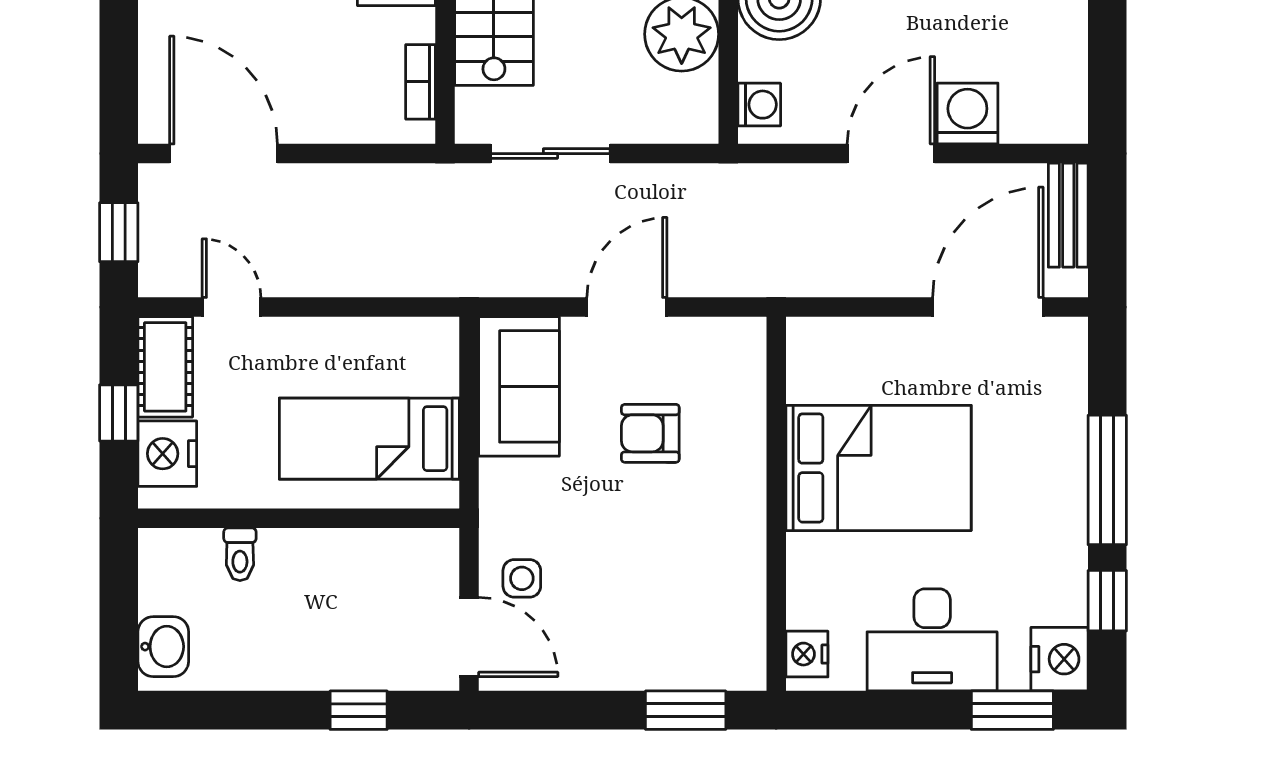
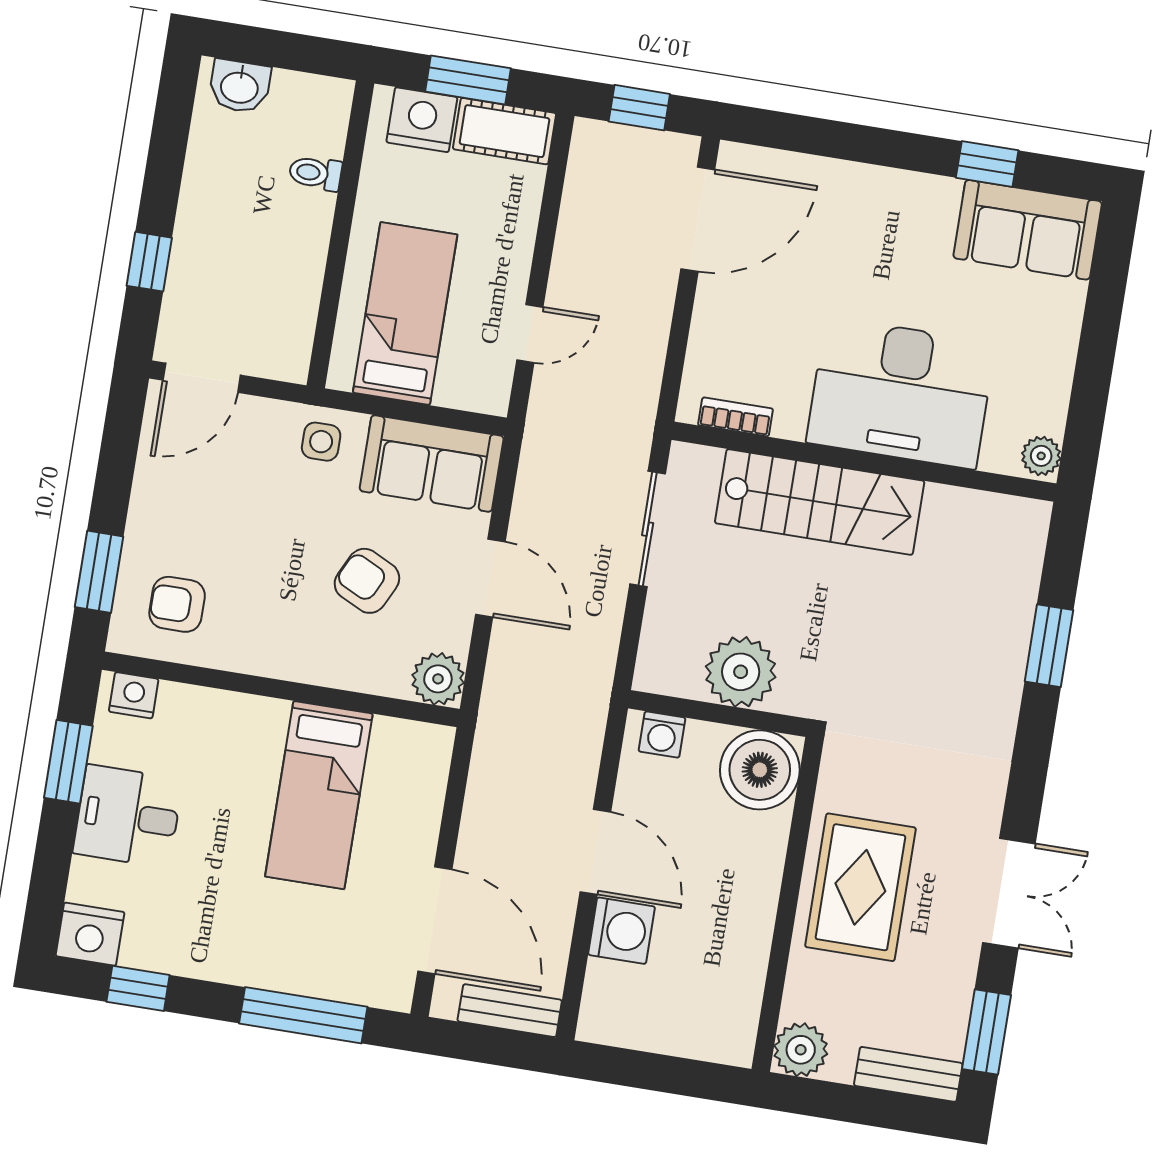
door: (231, 307) -> (530, 334), moved
plant: (739, 344) -> (438, 679), added
window: (119, 413) -> (468, 80), width x1.50
armchair: (650, 433) -> (367, 581), turned -64
bed: (878, 468) -> (319, 795), width x0.67
window: (1107, 480) -> (303, 1015), moved
side table: (522, 578) -> (321, 442), moved
armchair: (706, 625) -> (177, 604), added
desk: (932, 640) -> (128, 816), width x0.73
window: (1012, 710) -> (68, 762), moved

